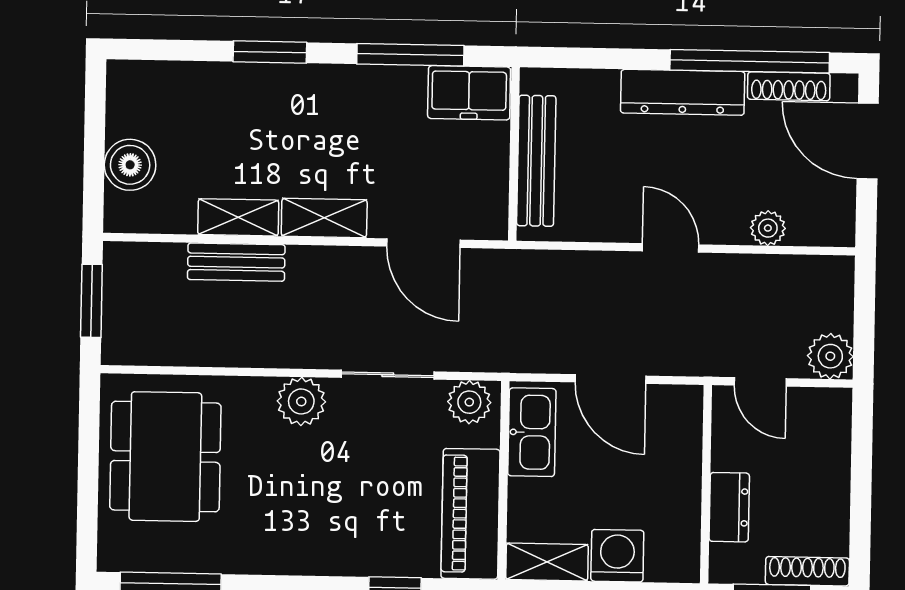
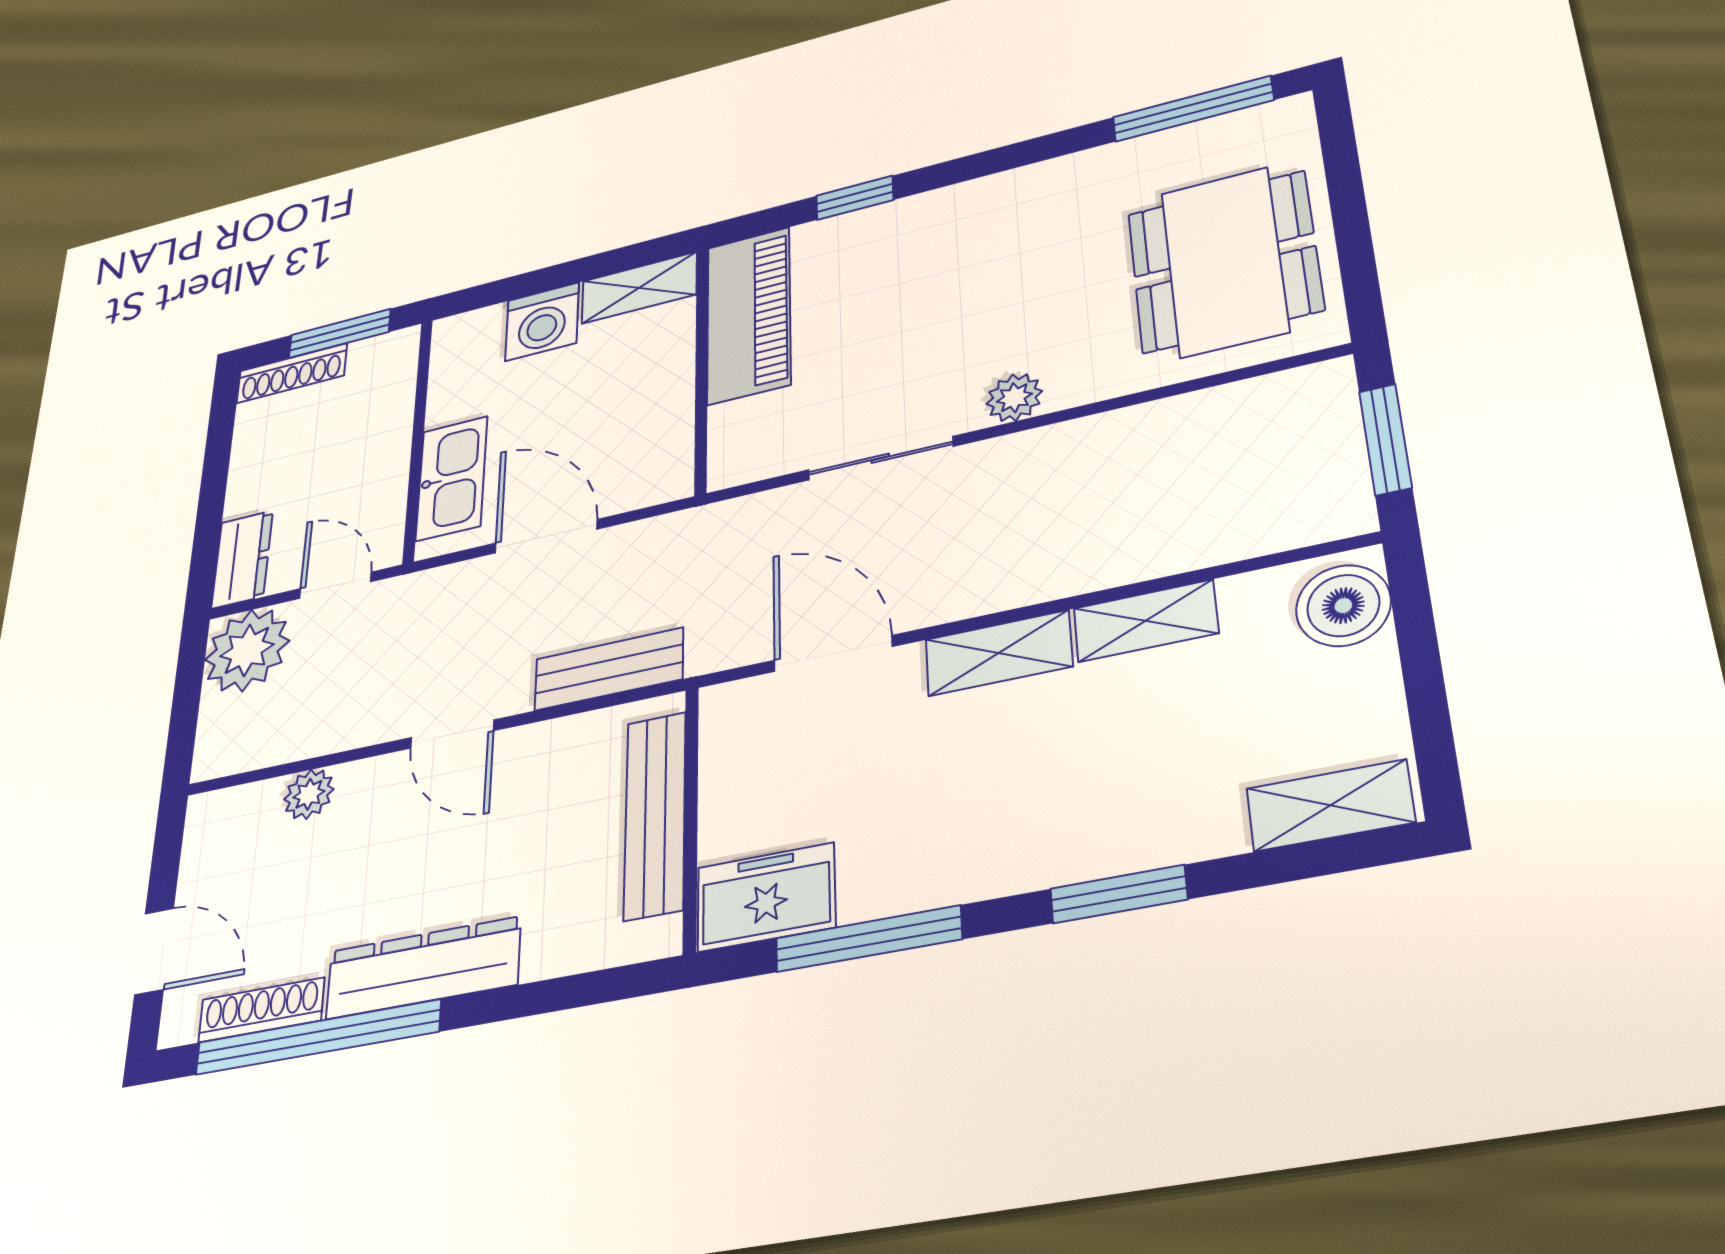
shelving: (153, 79) -> (1330, 805), added
door: (868, 141) -> (154, 951), width x0.73
boiler: (130, 165) -> (1343, 606), moved
bench: (236, 262) -> (609, 669), moved
plant: (830, 356) -> (247, 650), width x1.36, depth x1.36
plant: (301, 401) -> (1014, 398), width x0.73, depth x0.73
plant: (469, 402) -> (754, 454), removed
kitchen sink: (532, 432) -> (452, 478), moved, turned 180
dresser: (729, 507) -> (242, 559), moved, turned 180

